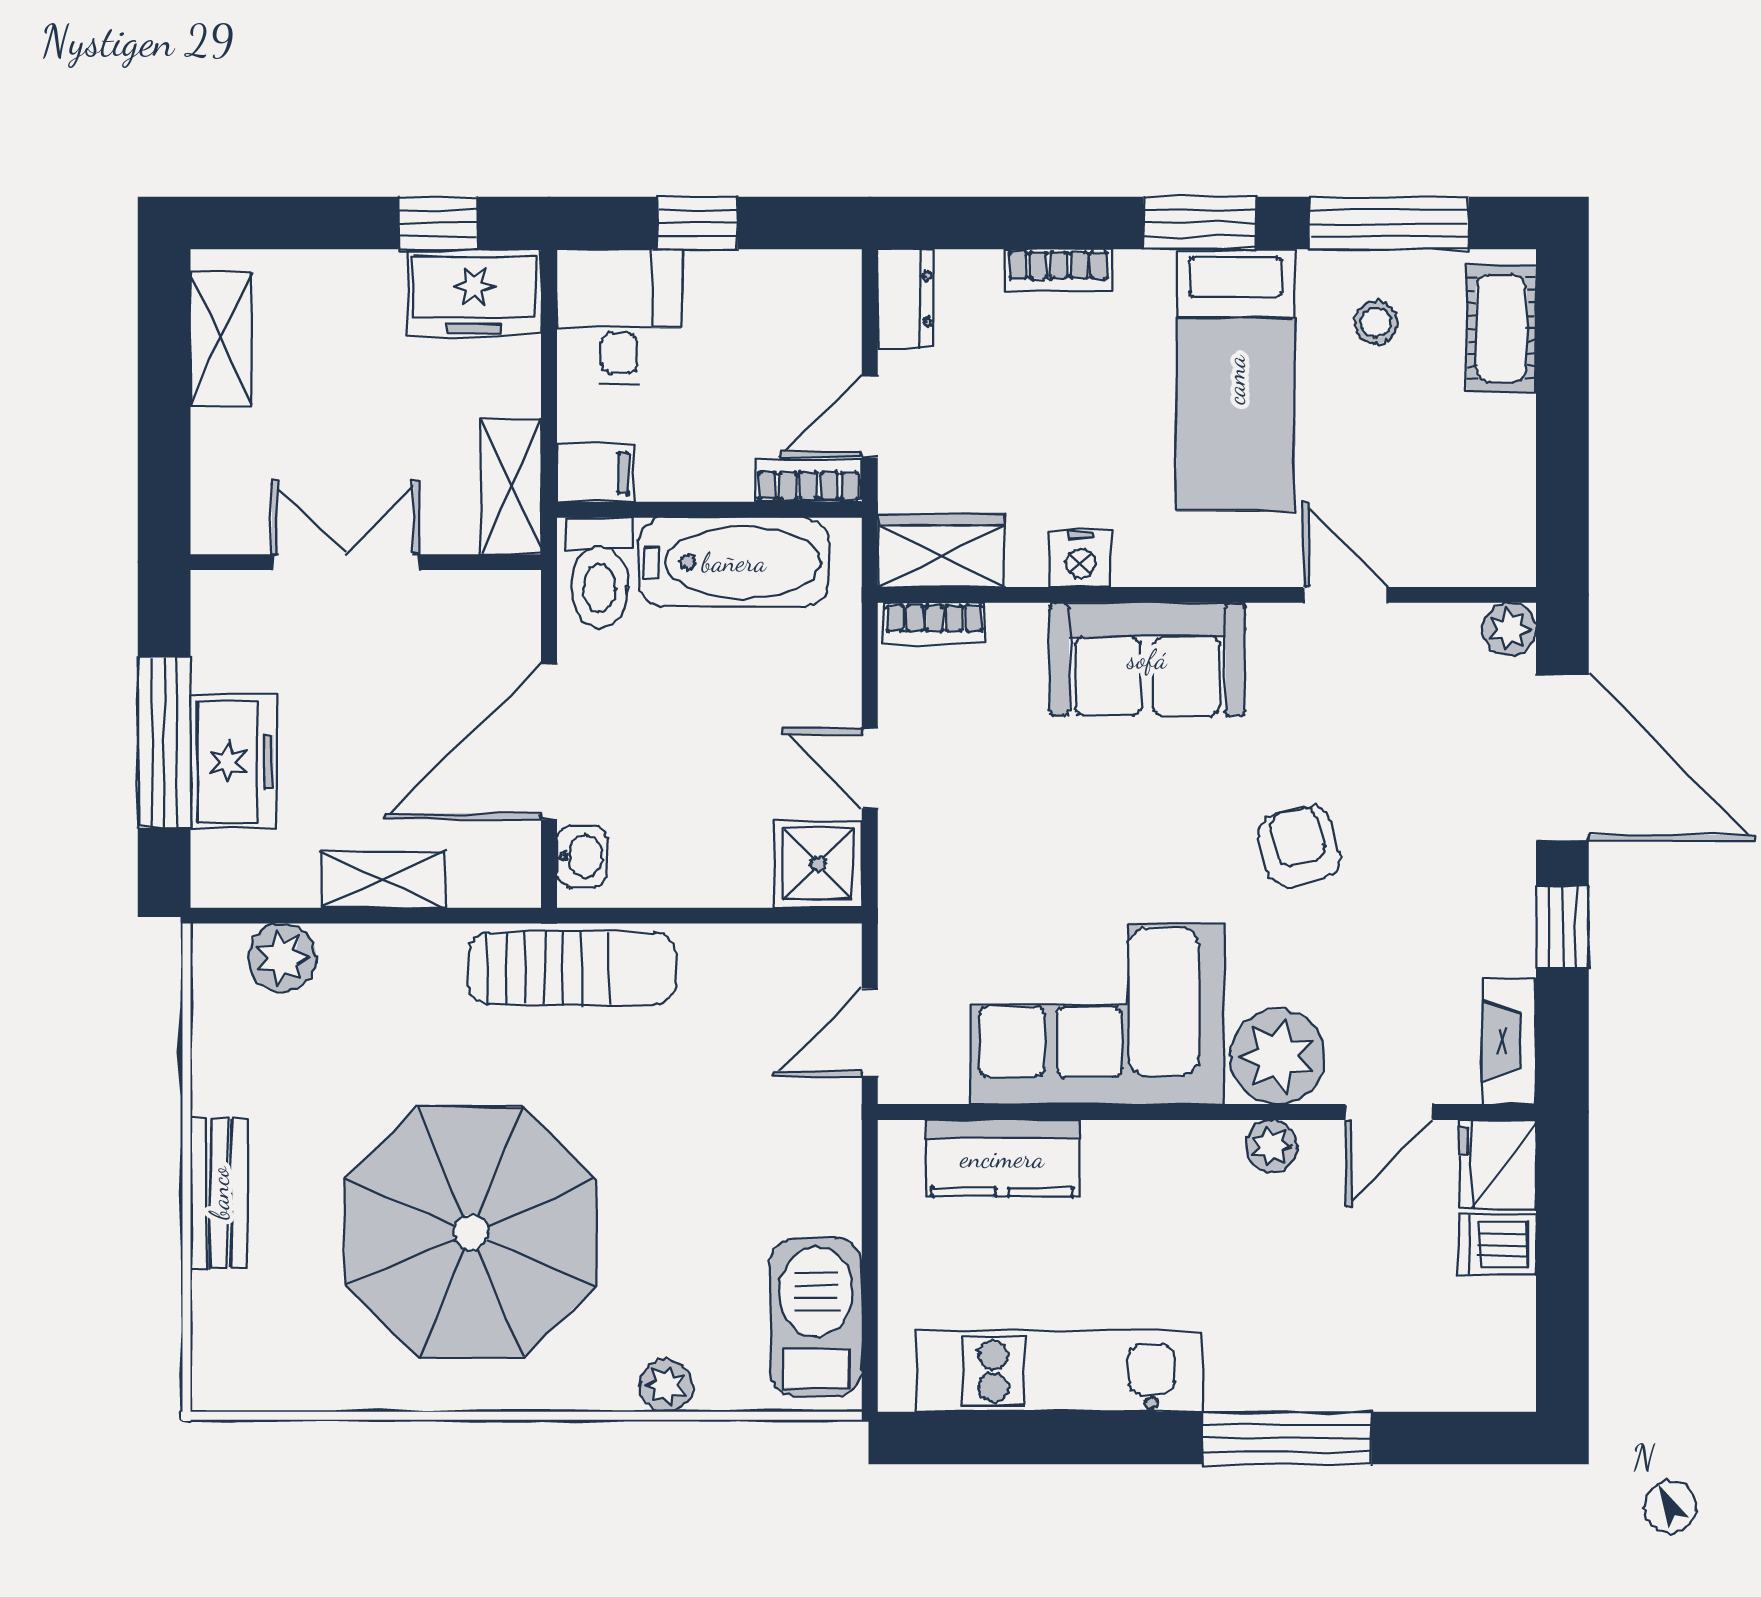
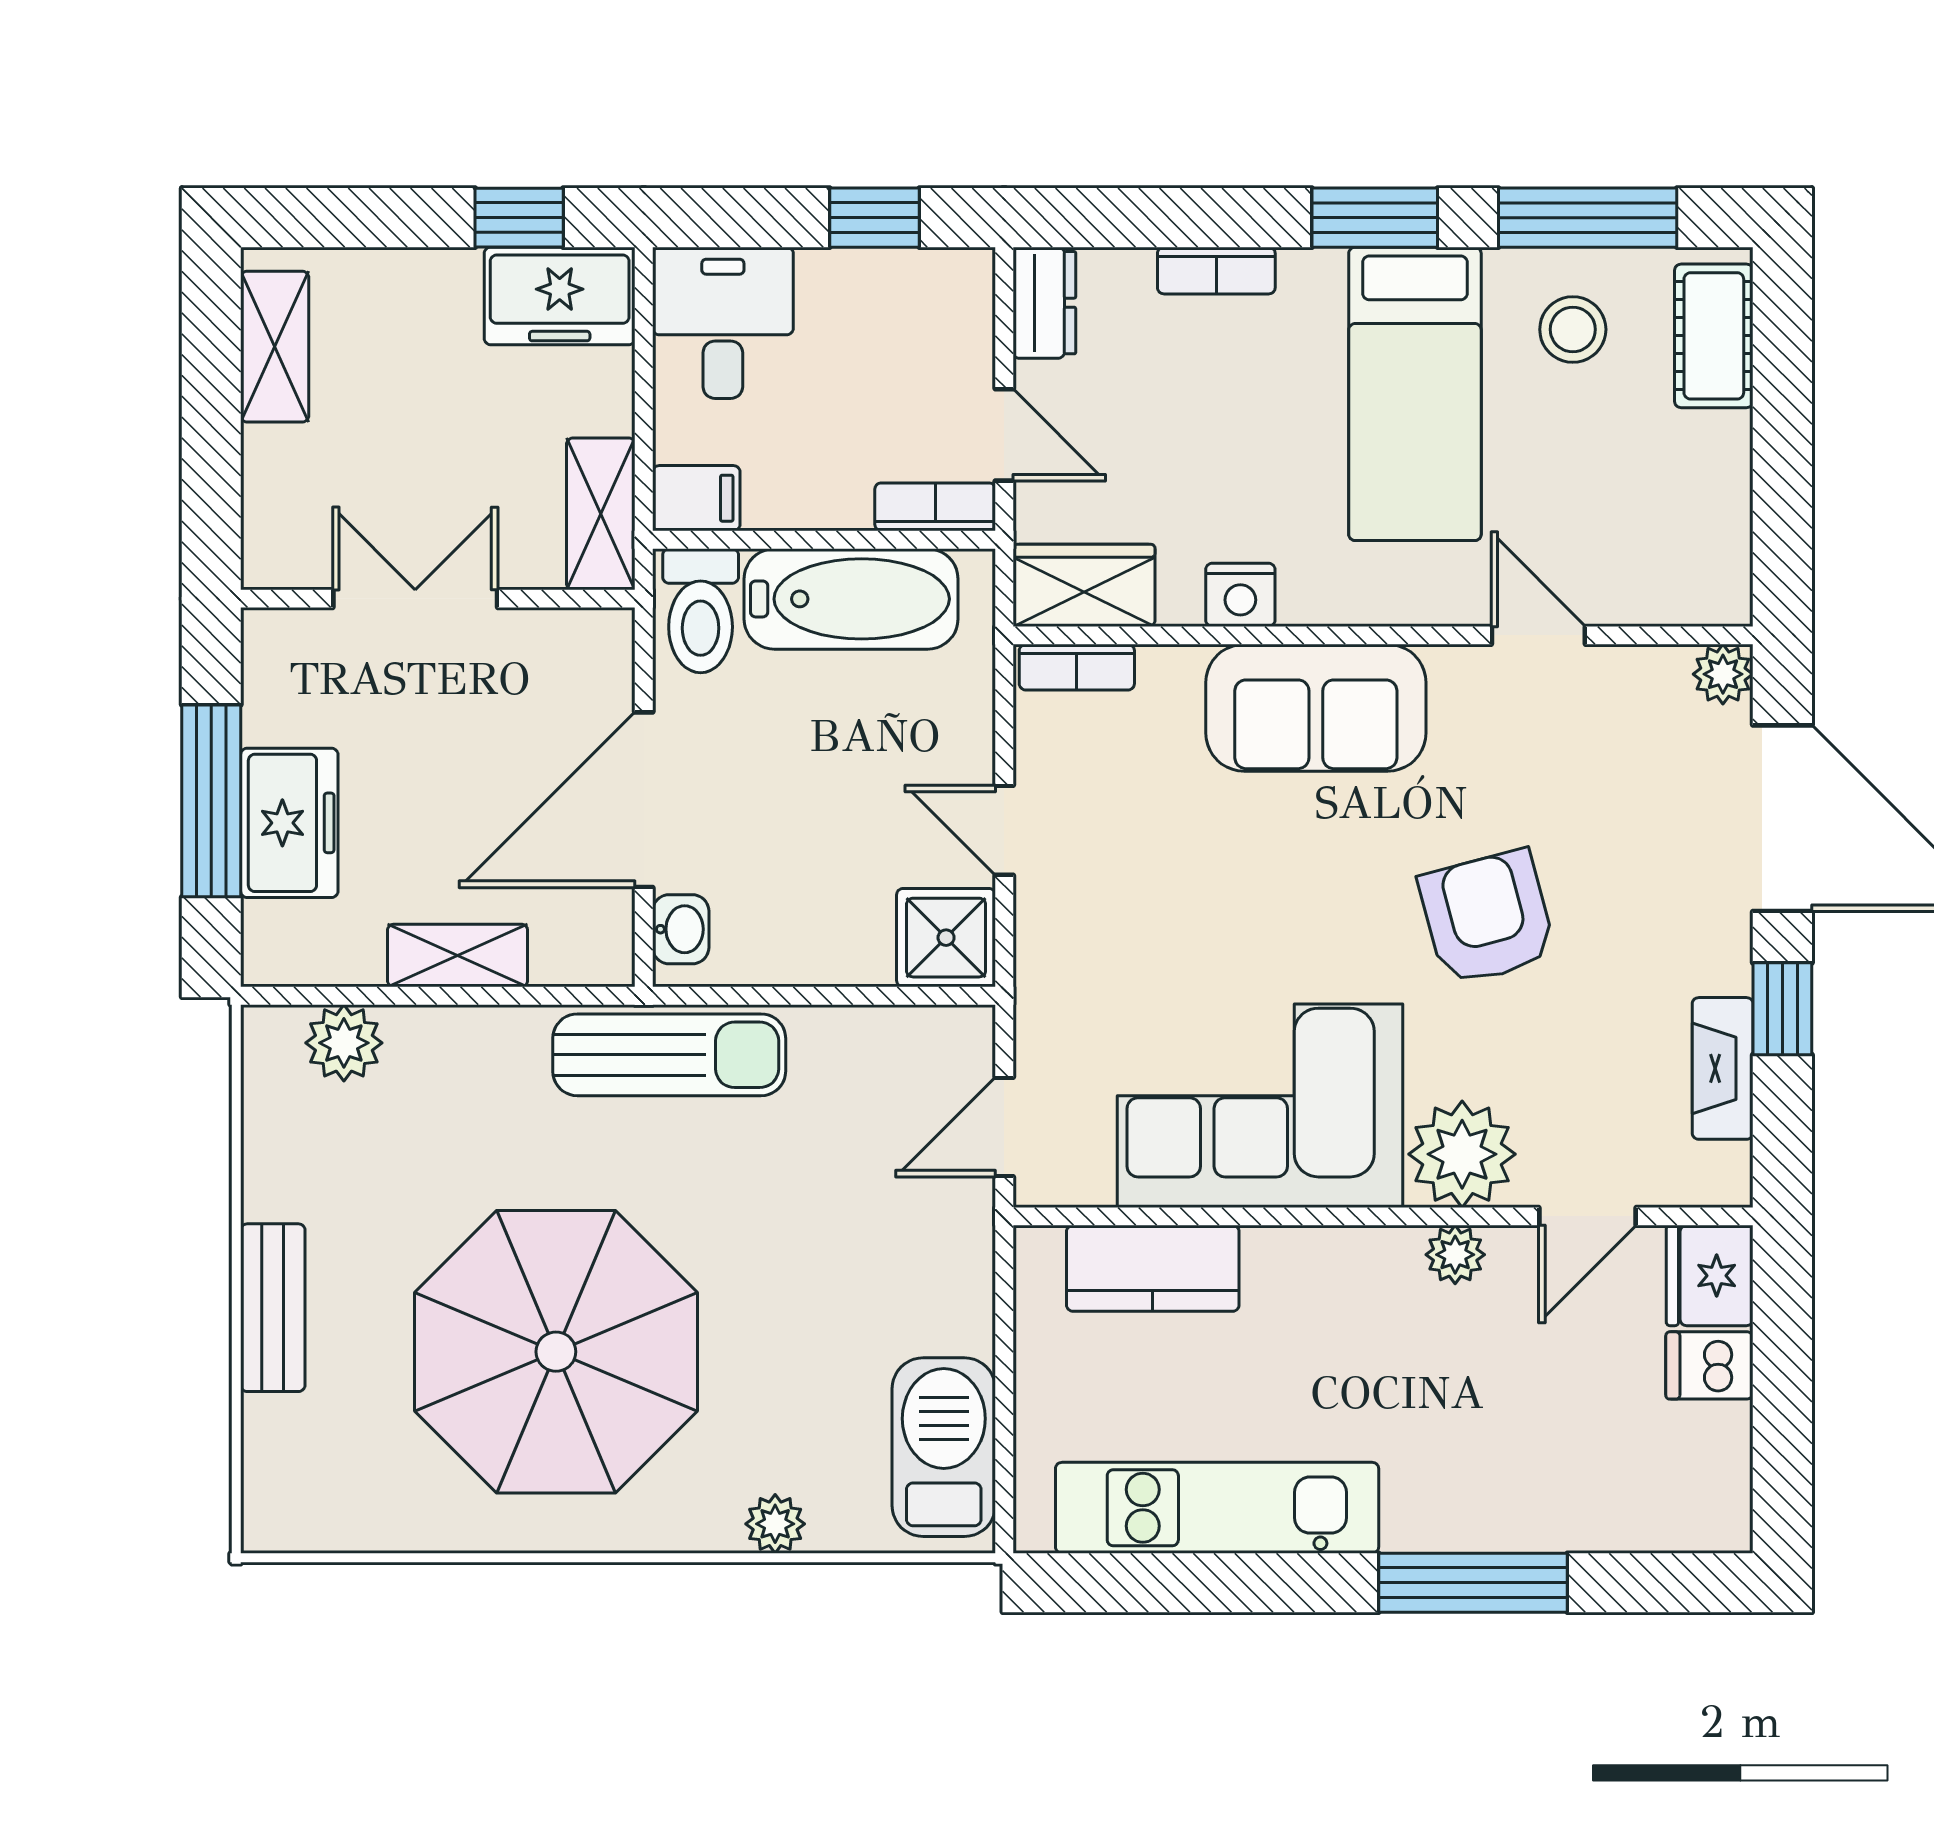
window: (697, 223) -> (875, 218), moved
stool: (1376, 323) -> (1573, 329), width x1.37, depth x1.37
door: (870, 416) -> (1004, 435), swing flipped
armchair: (1300, 846) -> (1487, 918), width x1.38, depth x1.38
fireplace: (1509, 1041) -> (1723, 1068), moved

